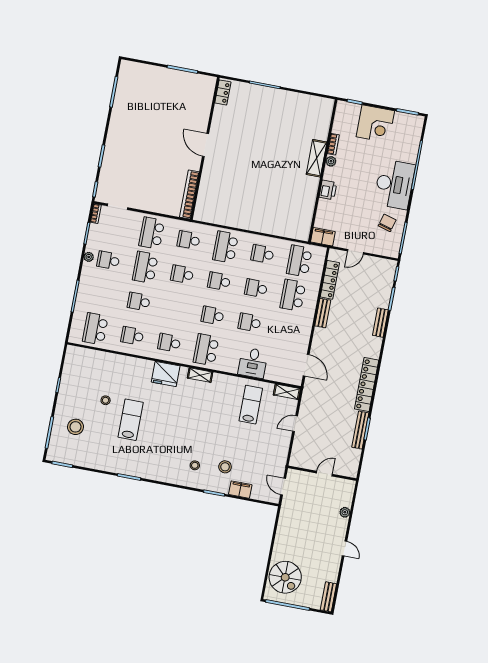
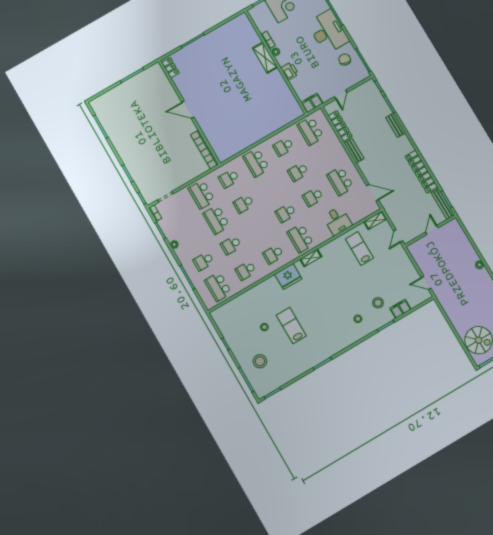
school desk: (108, 260) -> (203, 261), moved
school desk: (219, 281) -> (271, 188), removed
school desk: (293, 295) -> (340, 181), moved
wall: (322, 473) -> (430, 231), moved
door: (324, 474) -> (432, 230), moved

